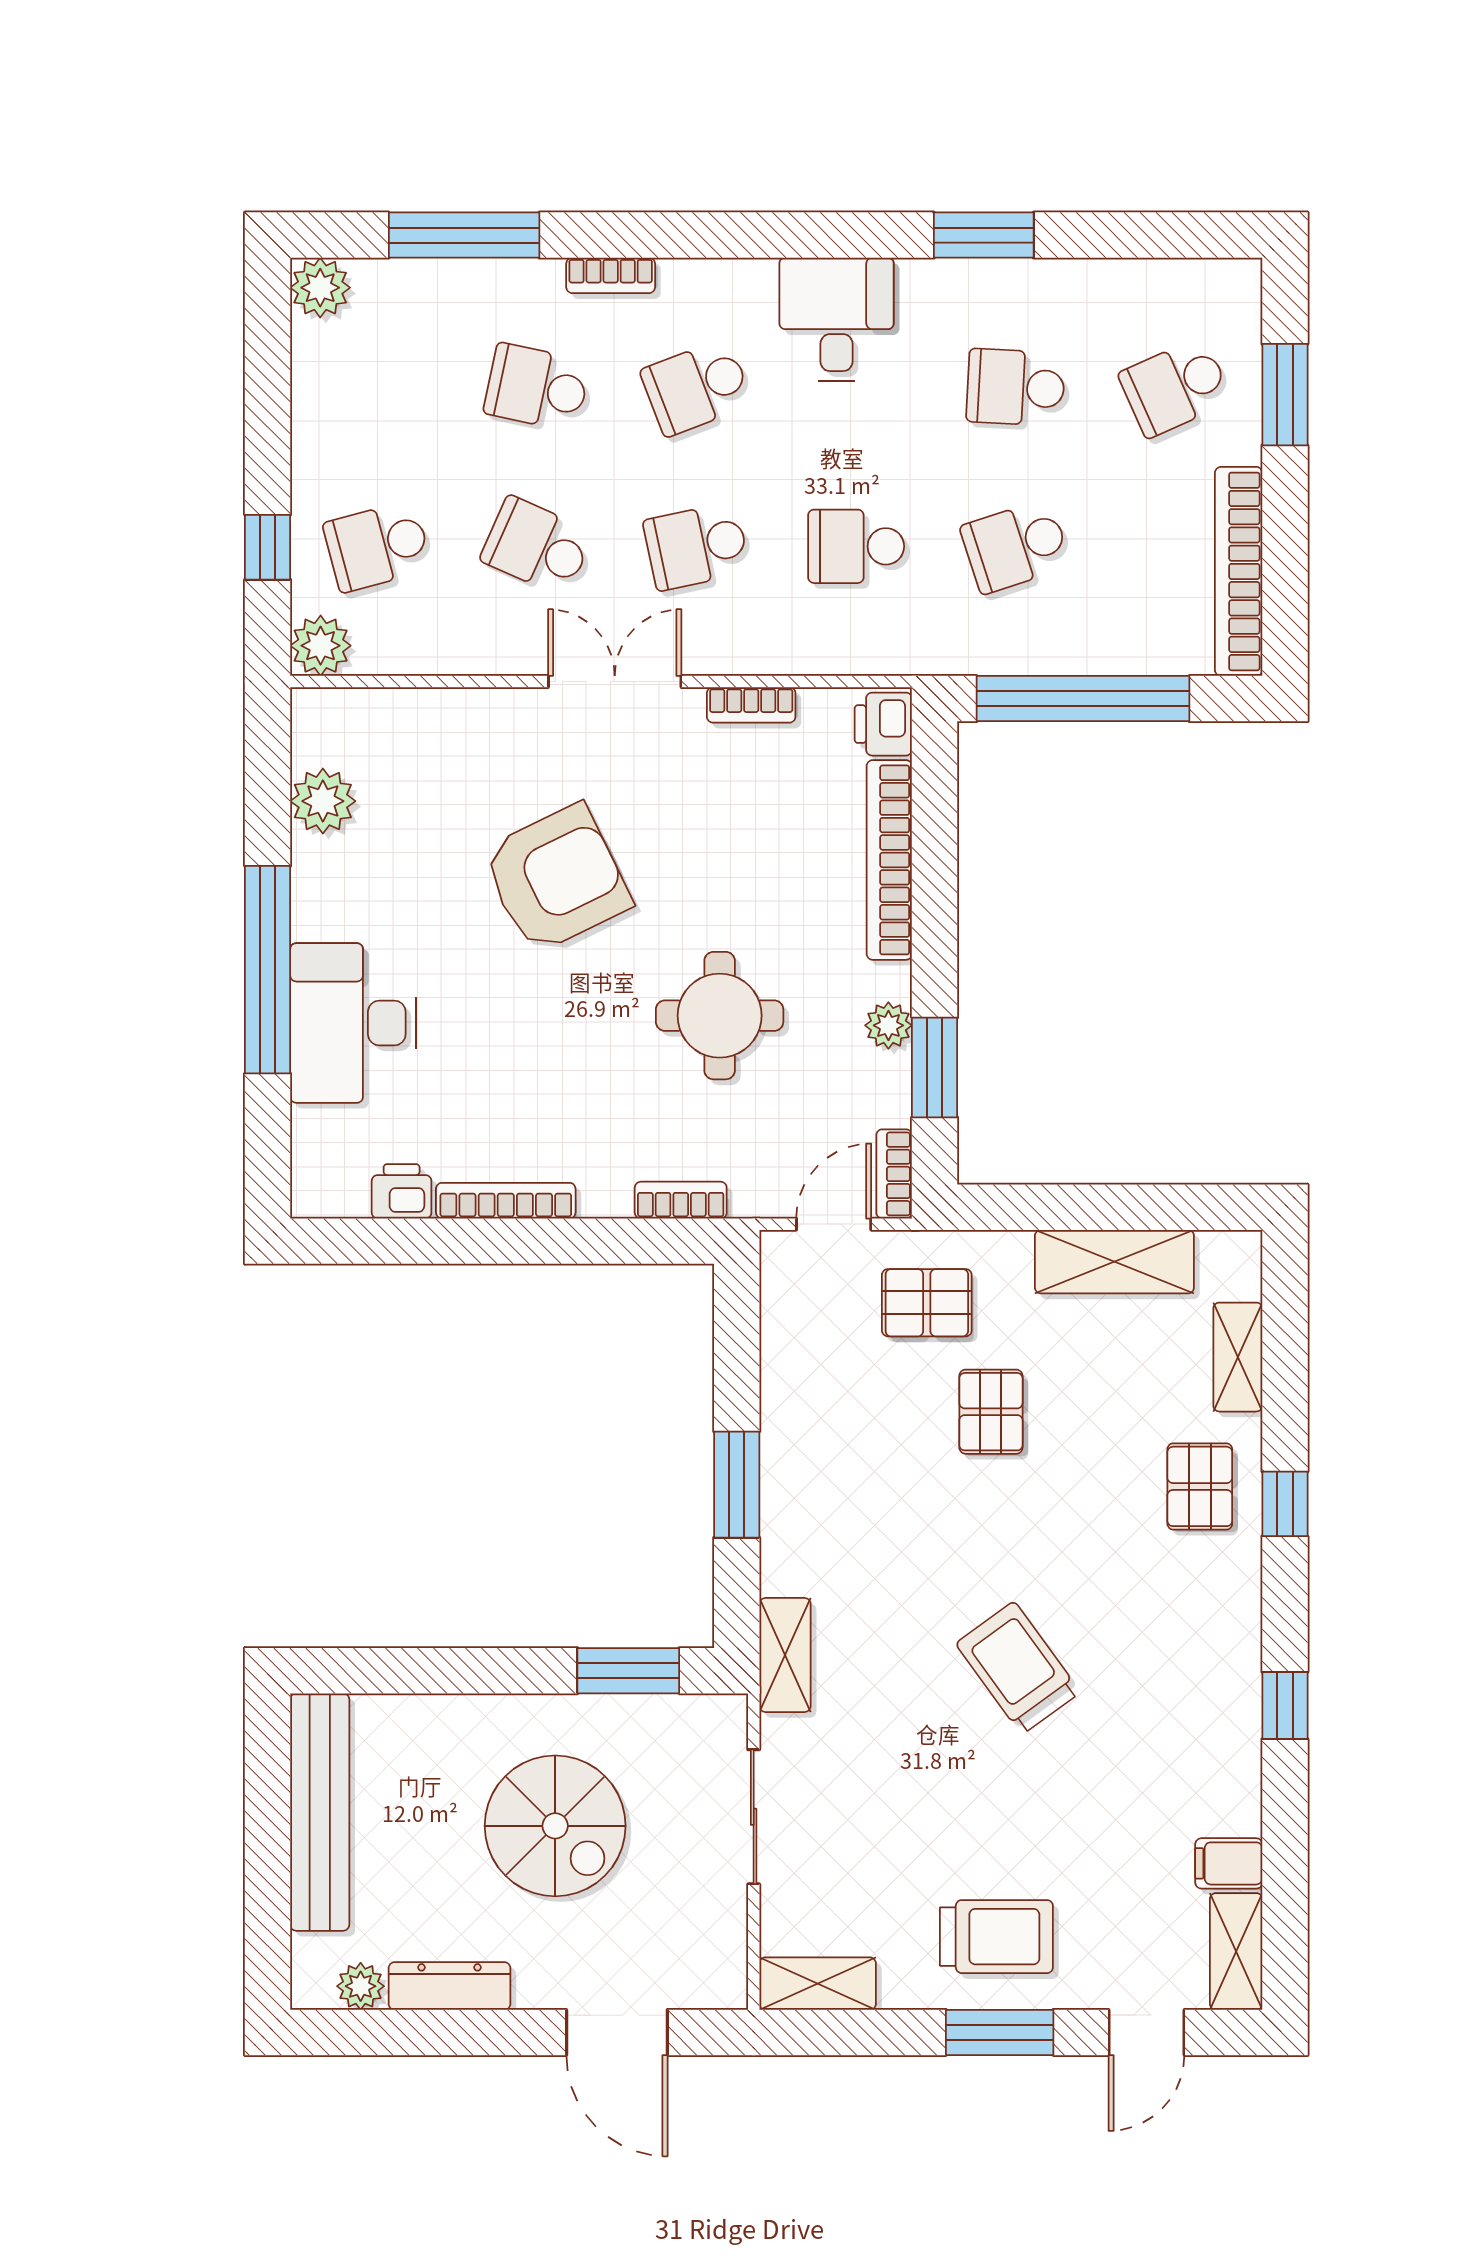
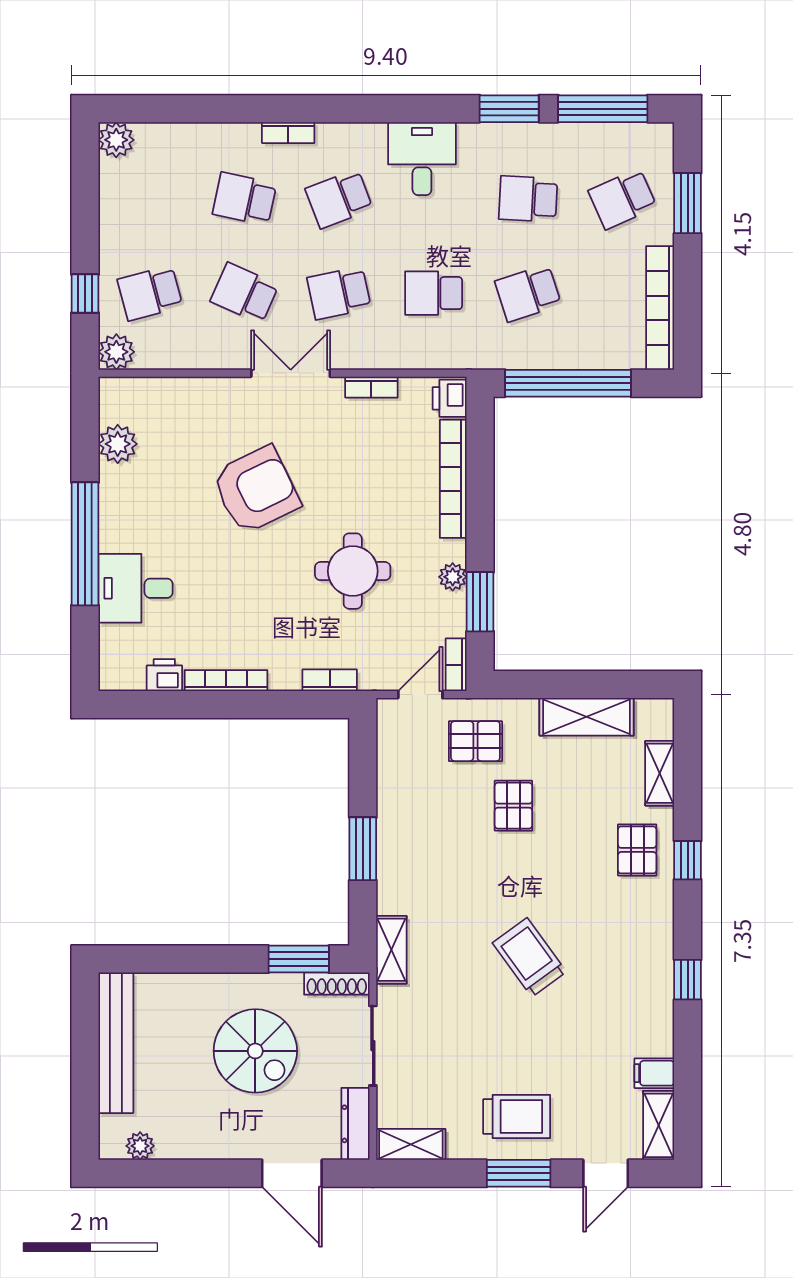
window: (464, 235) -> (603, 109), moved
desk: (353, 1023) -> (136, 588), width x0.73
shoe rack: (693, 1712) -> (337, 984), added
dresser: (450, 1986) -> (355, 1124), moved, turned -90

